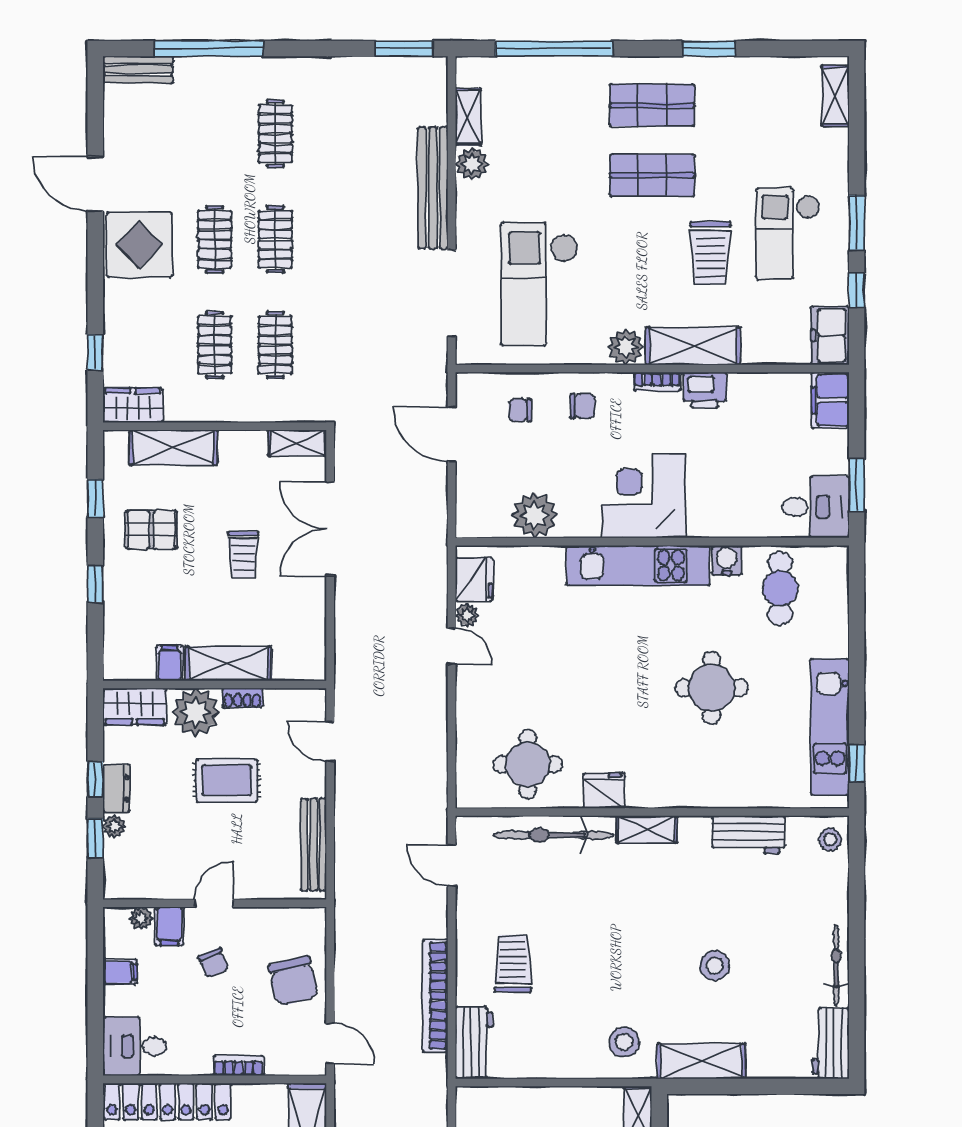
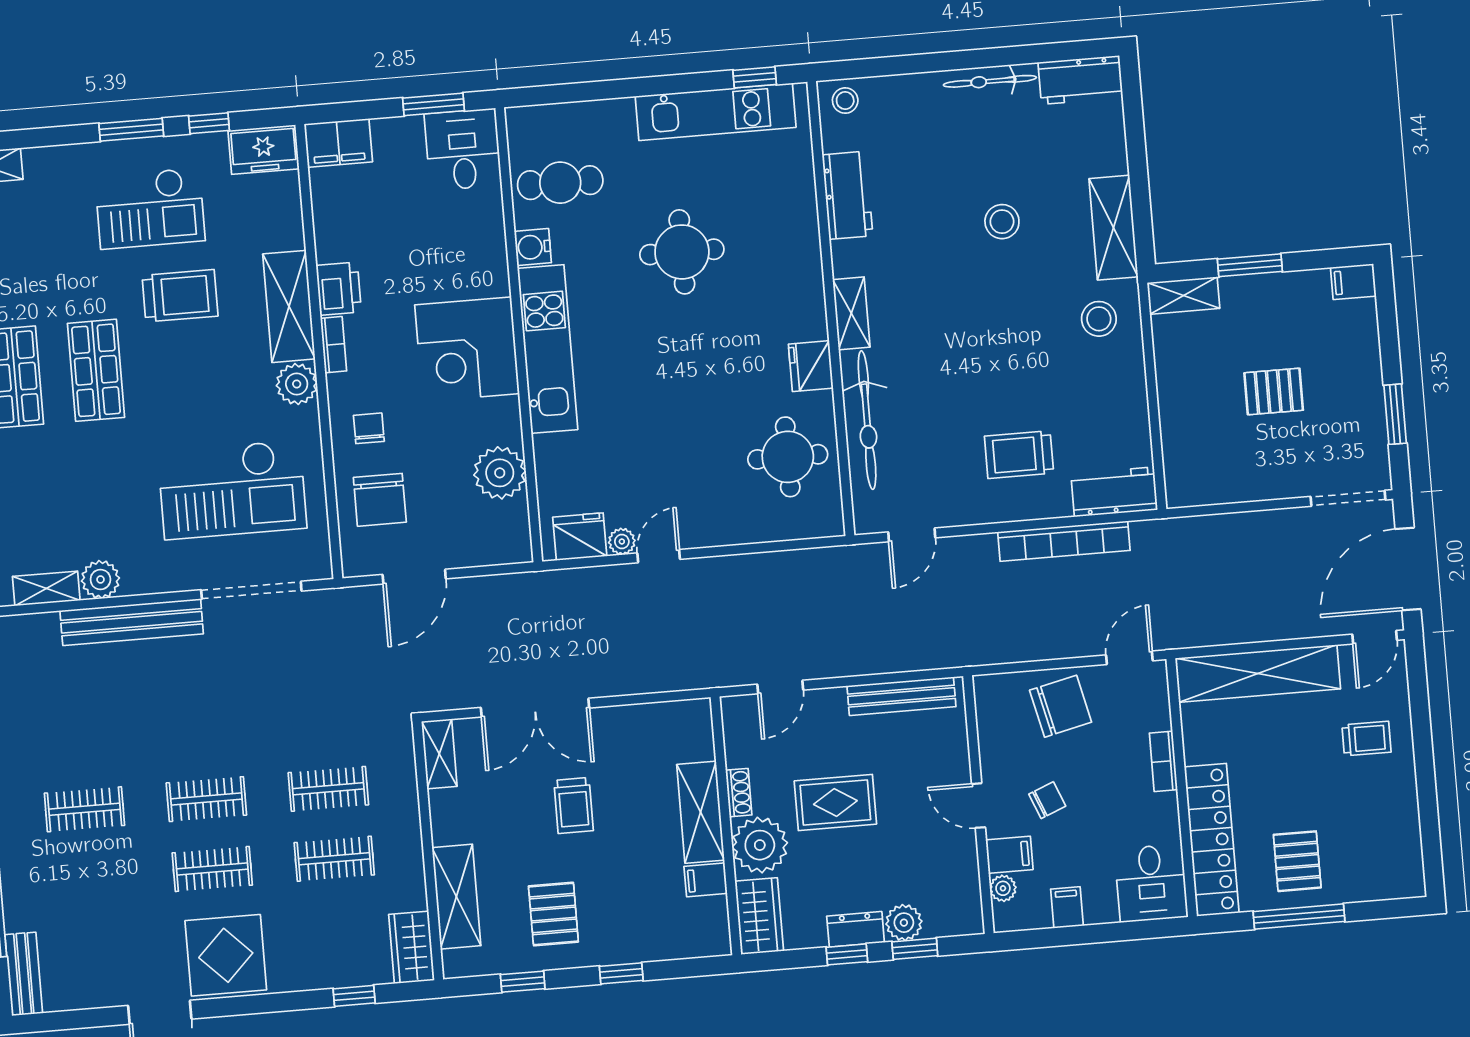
chair: (520, 410) -> (380, 500), width x1.87, depth x1.87
trolley: (243, 555) -> (573, 805), turned 90
rug: (227, 780) -> (835, 802), turned 90
plant: (114, 826) -> (904, 923), width x1.38, depth x1.38

